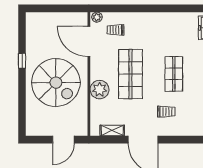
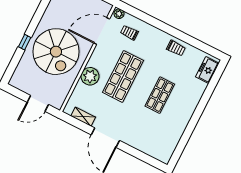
door: (89, 42) -> (102, 31), hinge flipped
window: (22, 61) -> (25, 42), moved
trolley: (166, 112) -> (176, 48), moved

